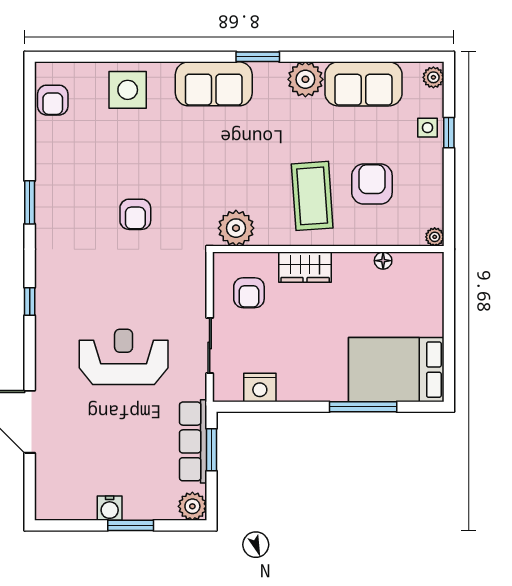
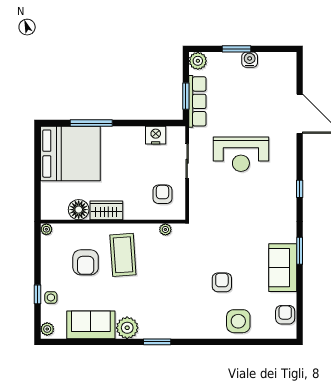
sofa: (214, 84) -> (283, 268), moved, turned -90
armchair: (135, 214) -> (222, 282), moved
plant: (236, 228) -> (165, 229), width x0.53, depth x0.53
floor lamp: (383, 261) -> (79, 210), width x1.89, depth x1.89
wardrobe: (305, 267) -> (106, 210), moved
bed: (396, 370) -> (70, 154), width x1.36

